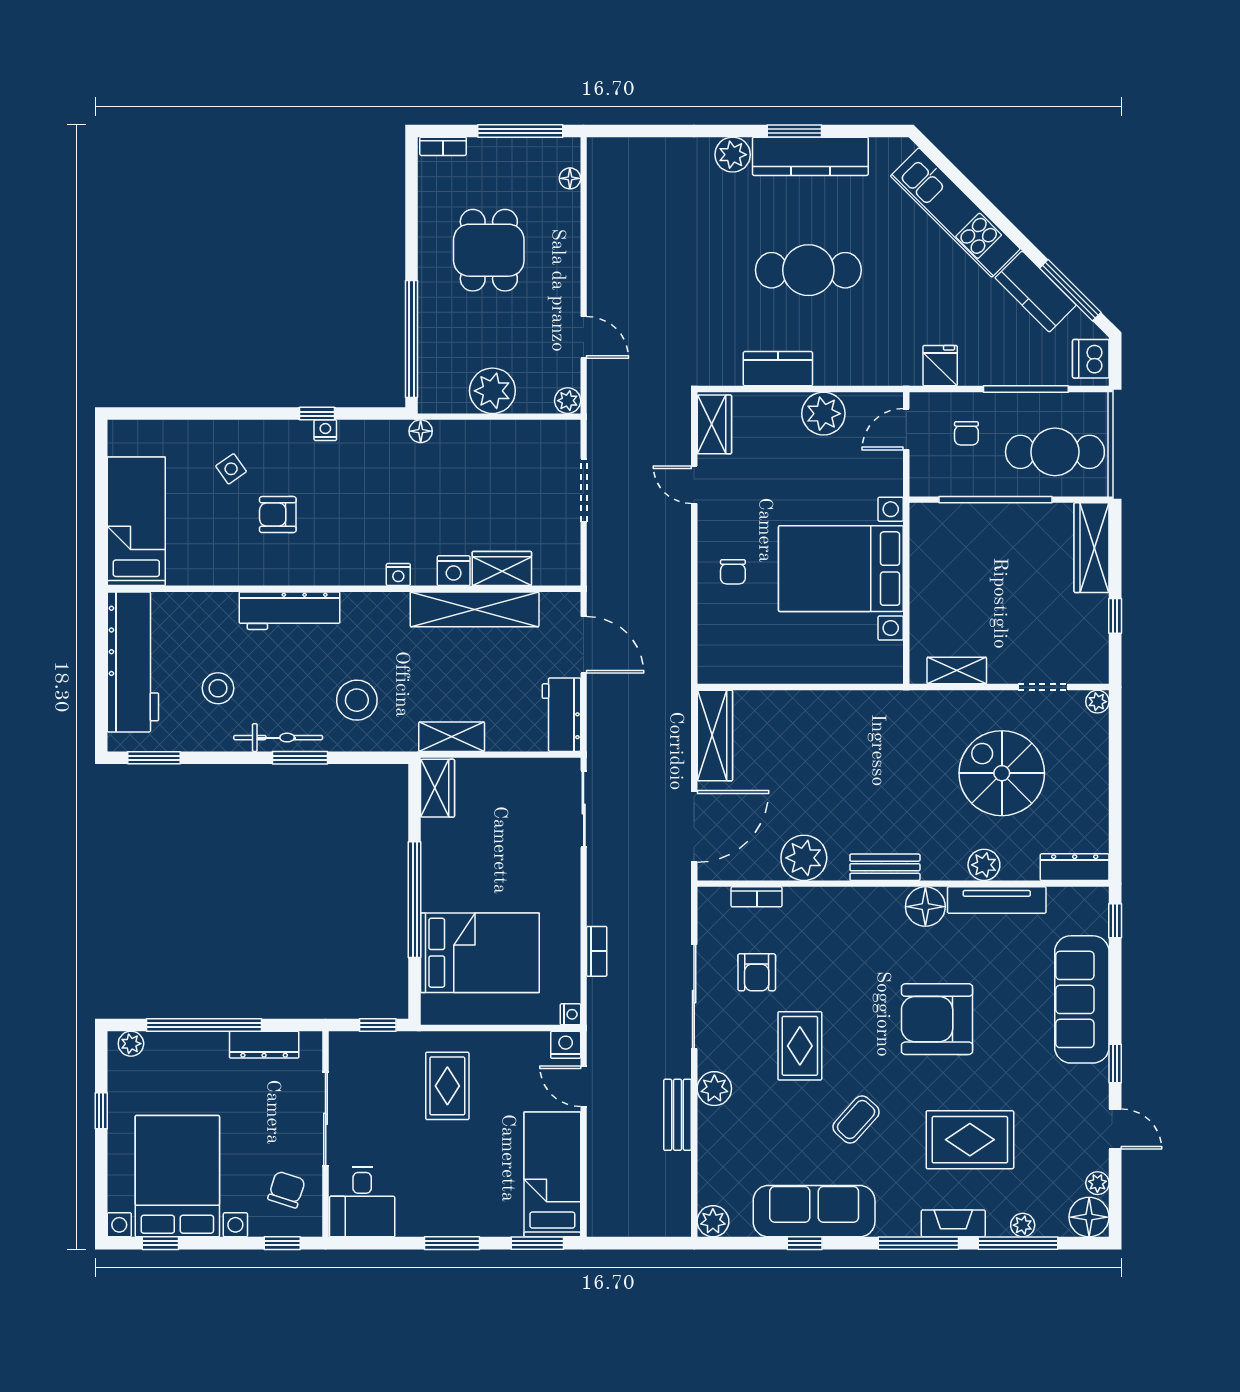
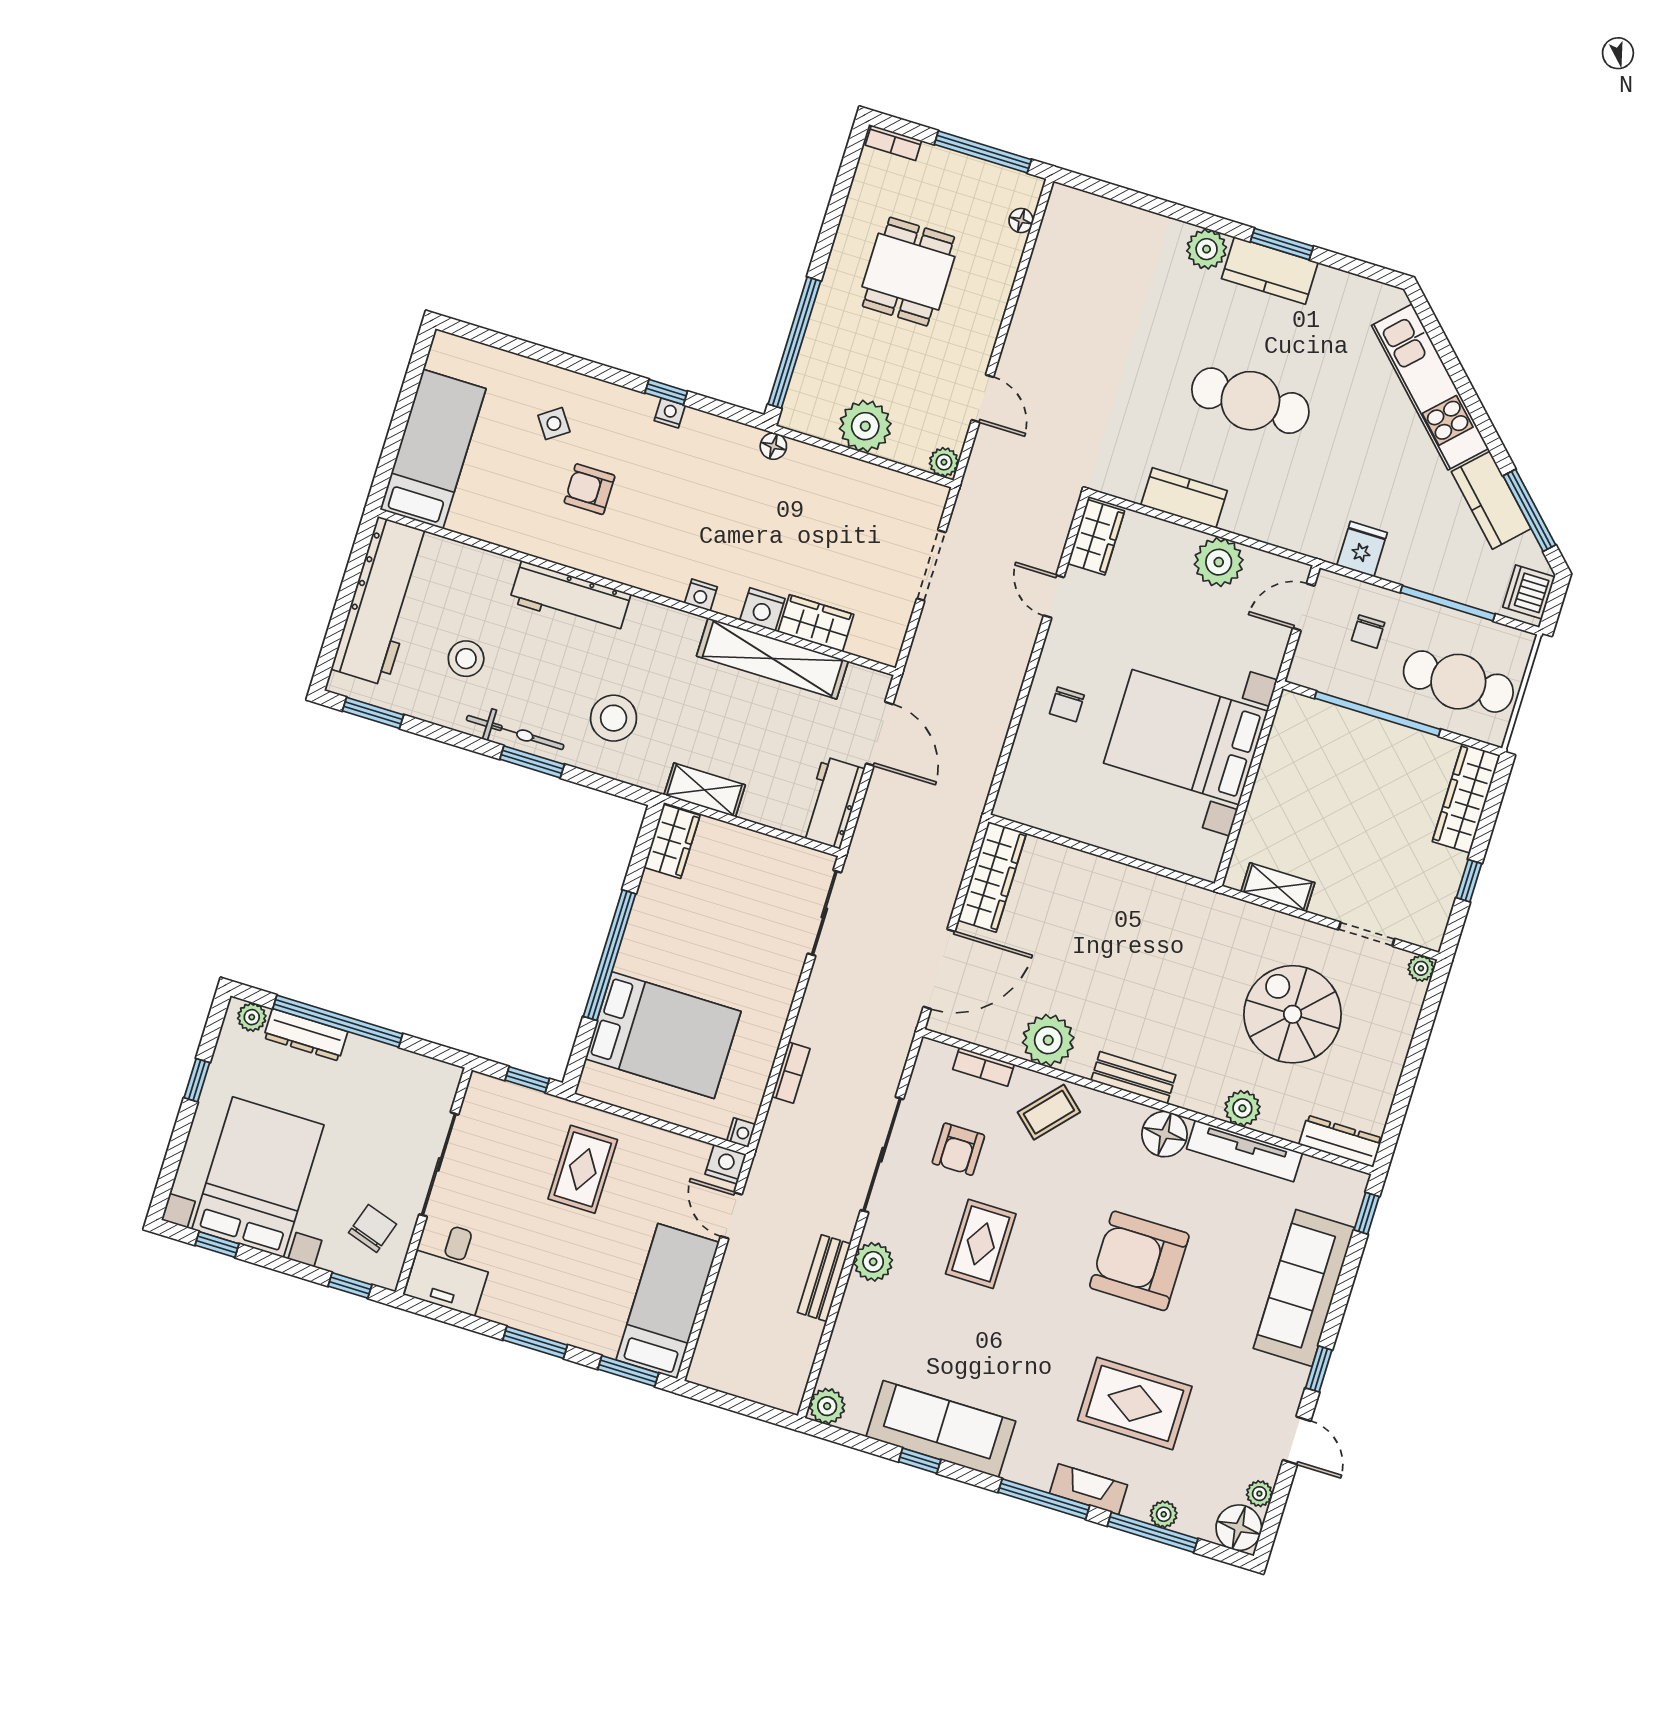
kitchen counter: (810, 156) -> (1270, 271), width x0.67
dresser: (264, 1045) -> (306, 1035), moved
coffee table: (856, 1119) -> (1049, 1112), moved

